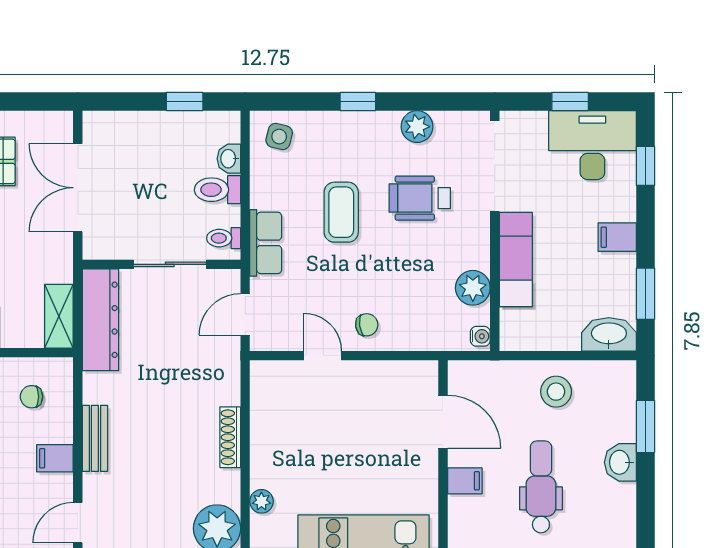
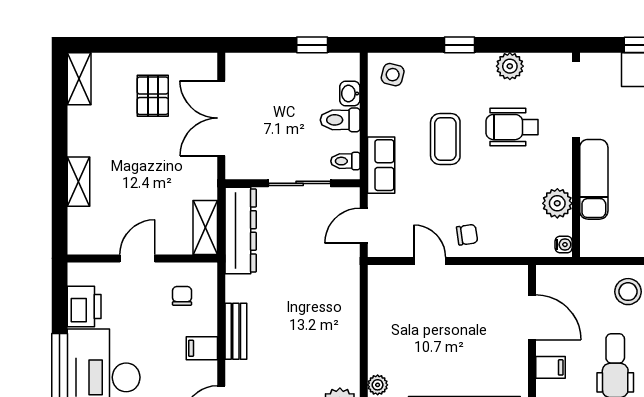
chair: (31, 397) -> (182, 296), turned 90
shoe rack: (230, 437) -> (351, 330), removed

